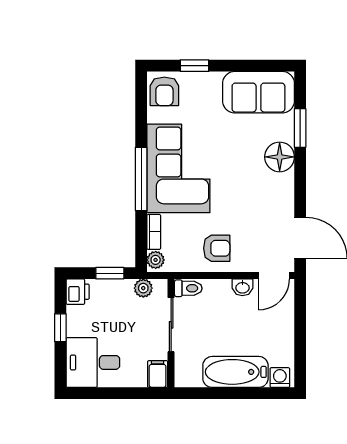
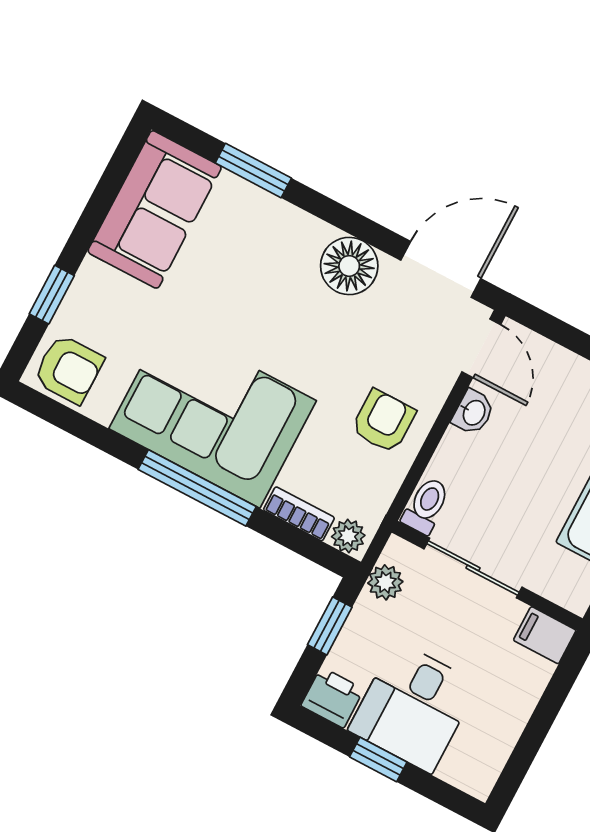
floor lamp: (280, 157) -> (349, 266), moved
desk: (93, 362) -> (413, 707), moved

